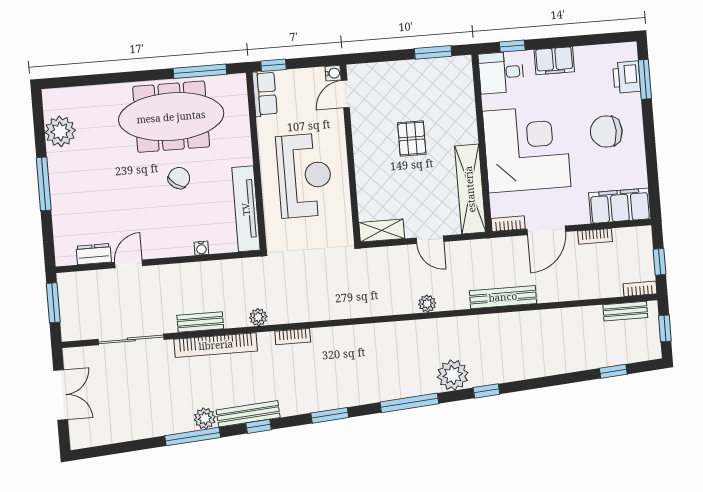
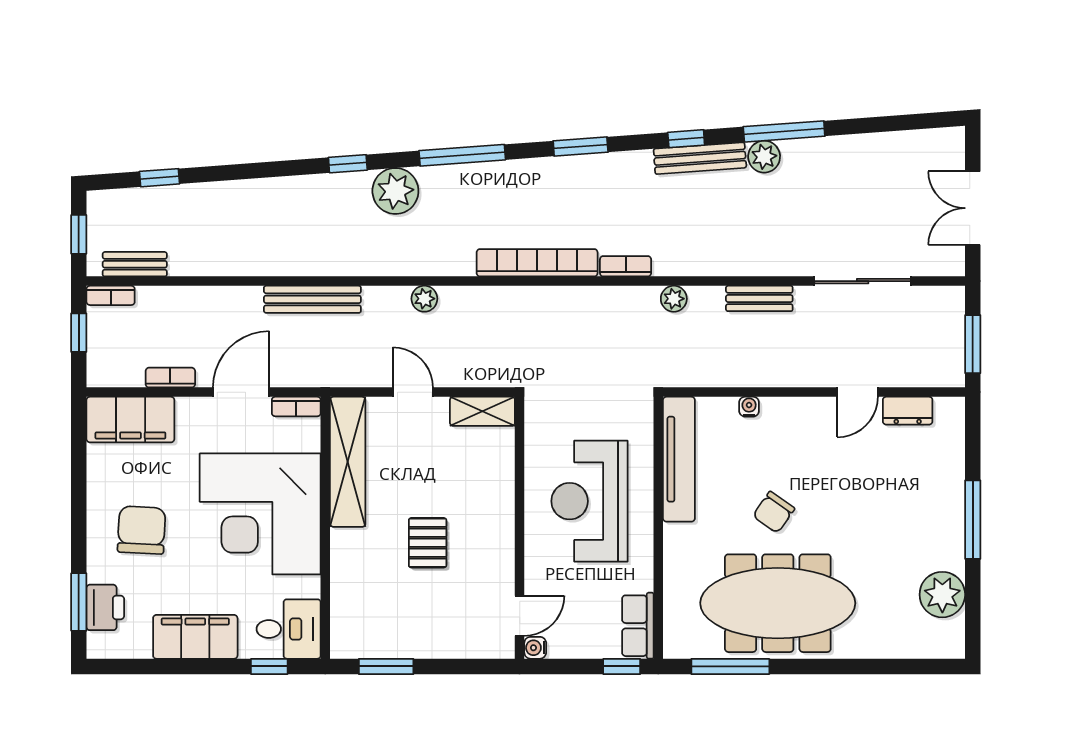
filing cabinet: (554, 61) -> (195, 637), width x1.50, depth x1.17
chair: (606, 131) -> (142, 530), turned -87
bookcase: (216, 345) -> (537, 263), moved

